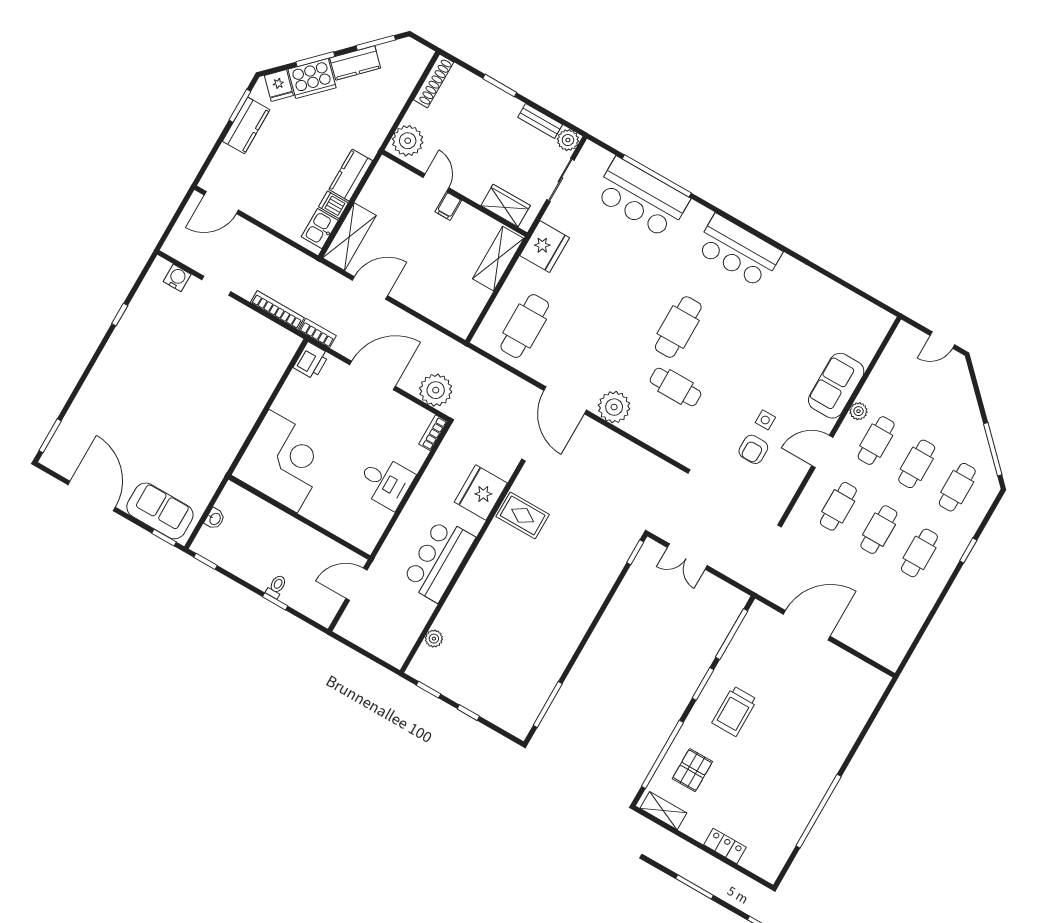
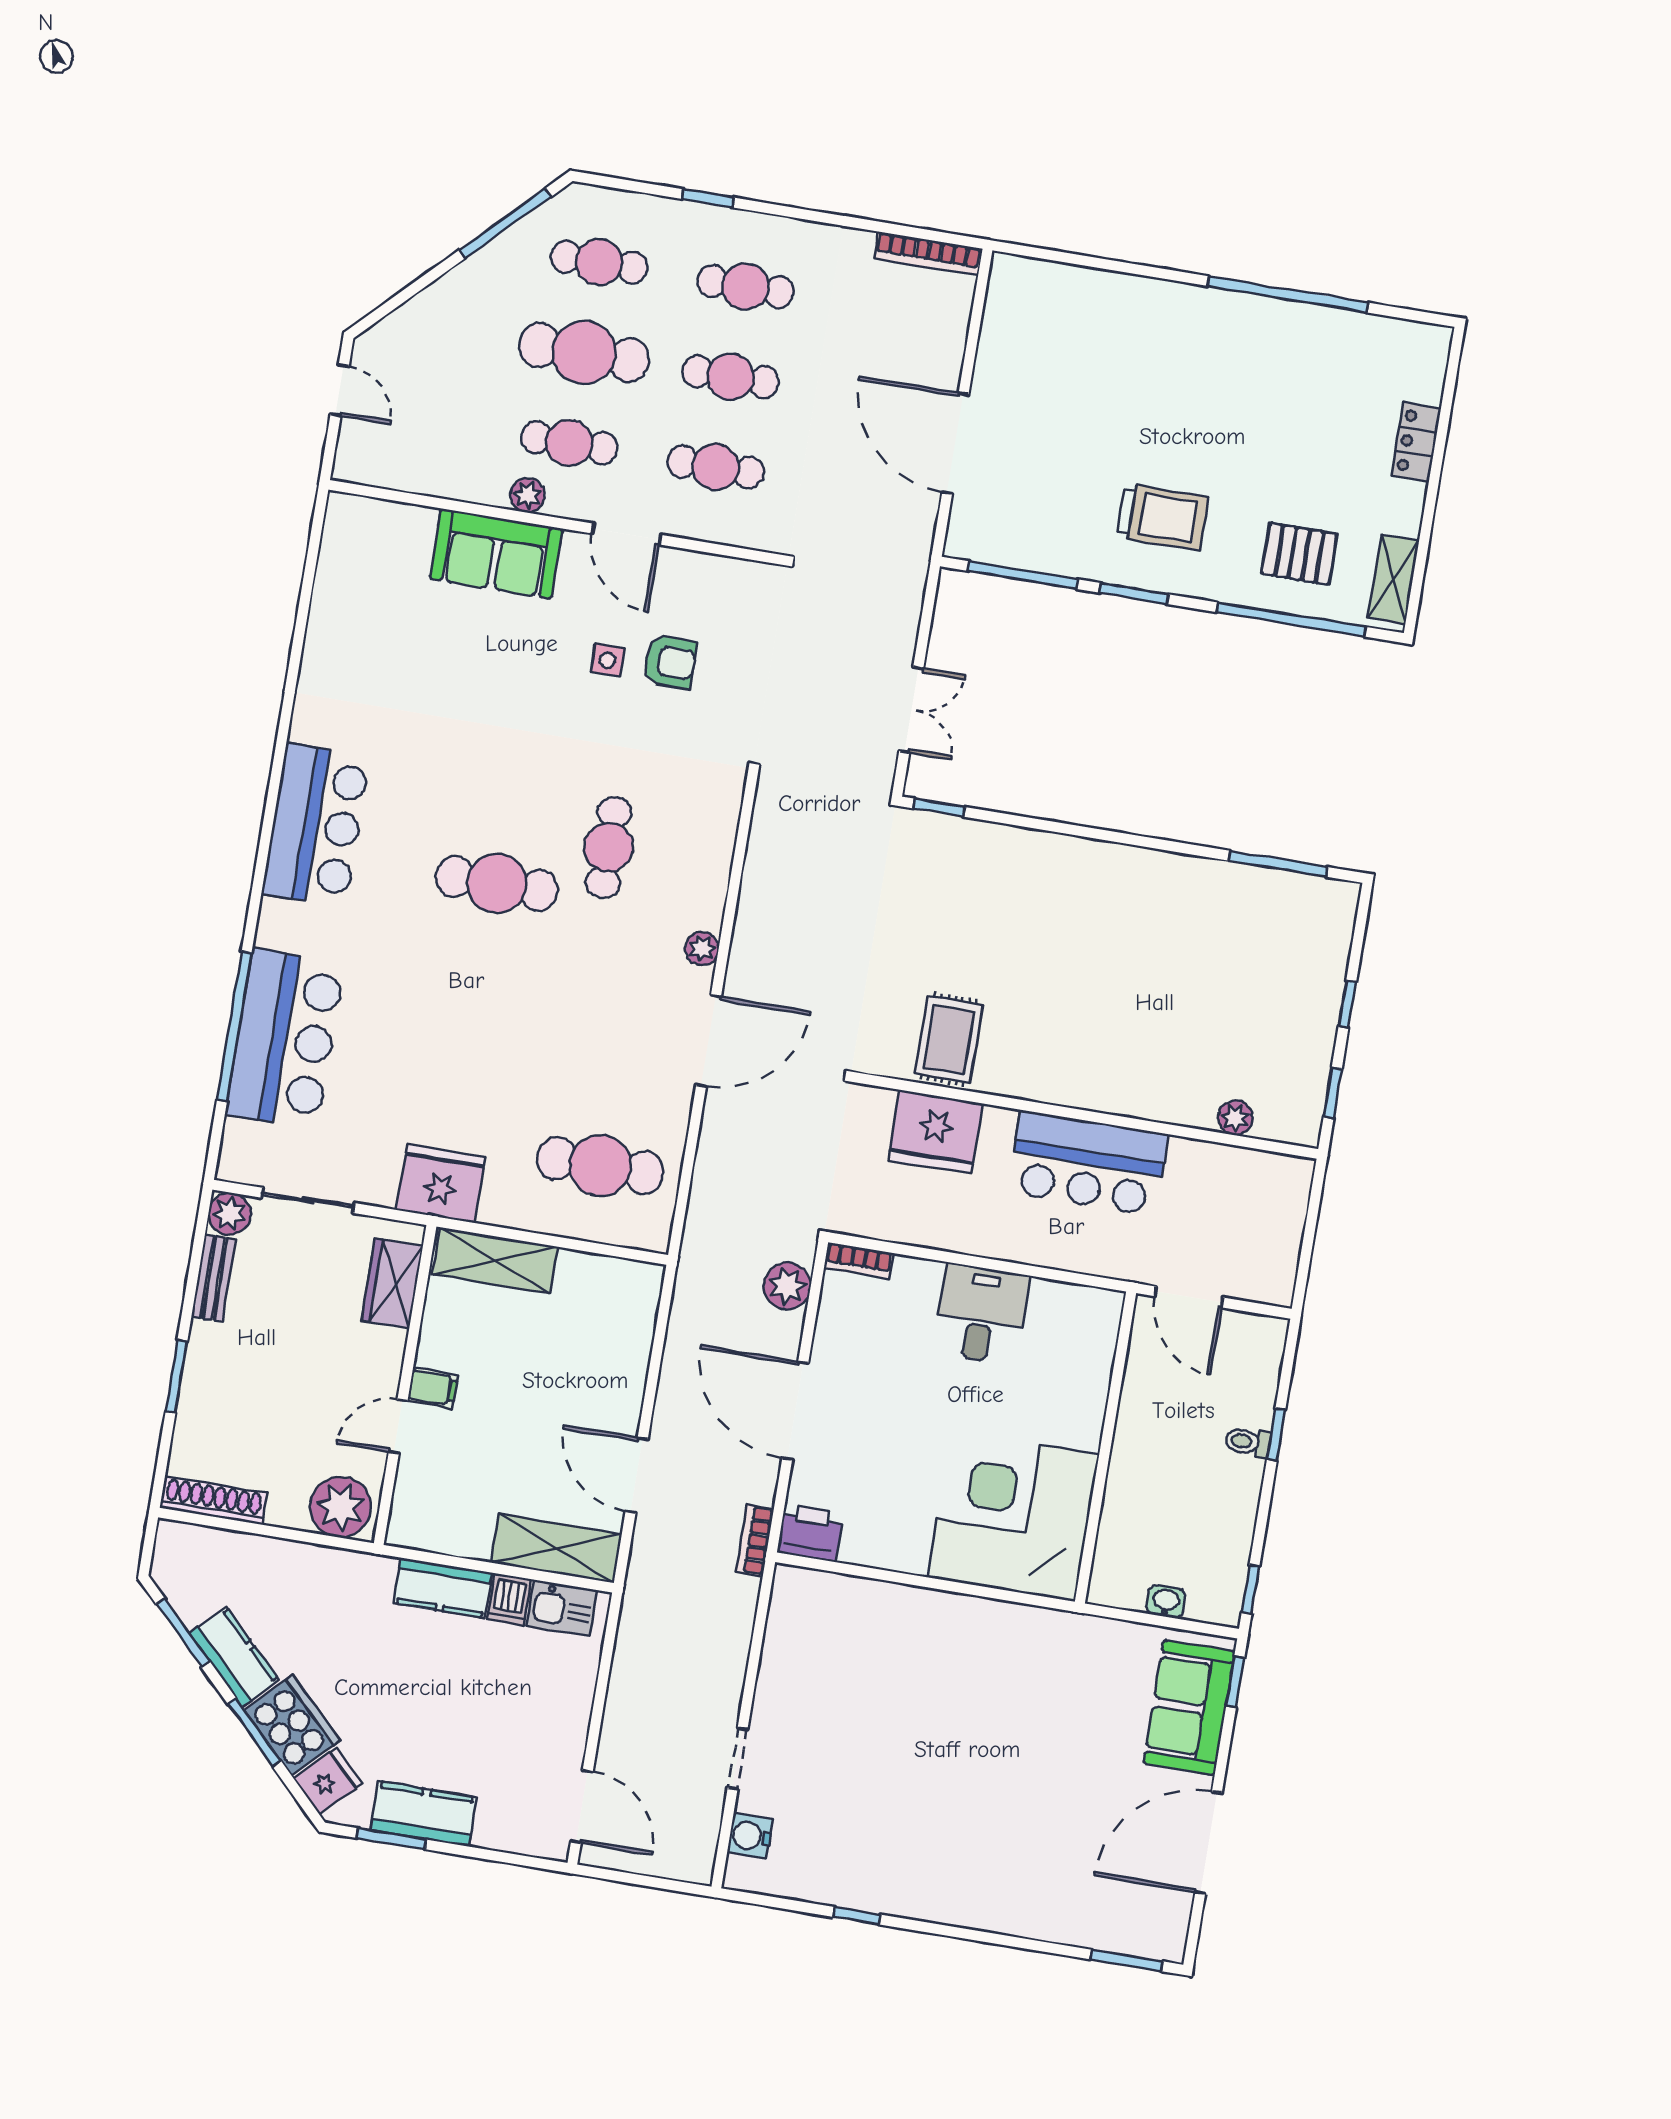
bookcase: (277, 310) -> (928, 253), moved, turned -90
plant: (436, 390) -> (787, 1286), width x0.73, depth x0.73
plant: (614, 407) -> (702, 949), width x0.53, depth x0.53
cafe table: (917, 464) -> (584, 352), width x1.37, depth x1.35

